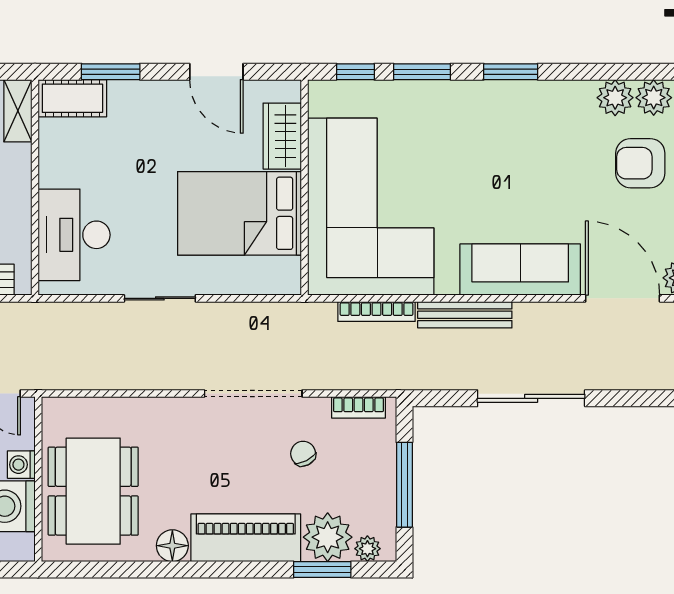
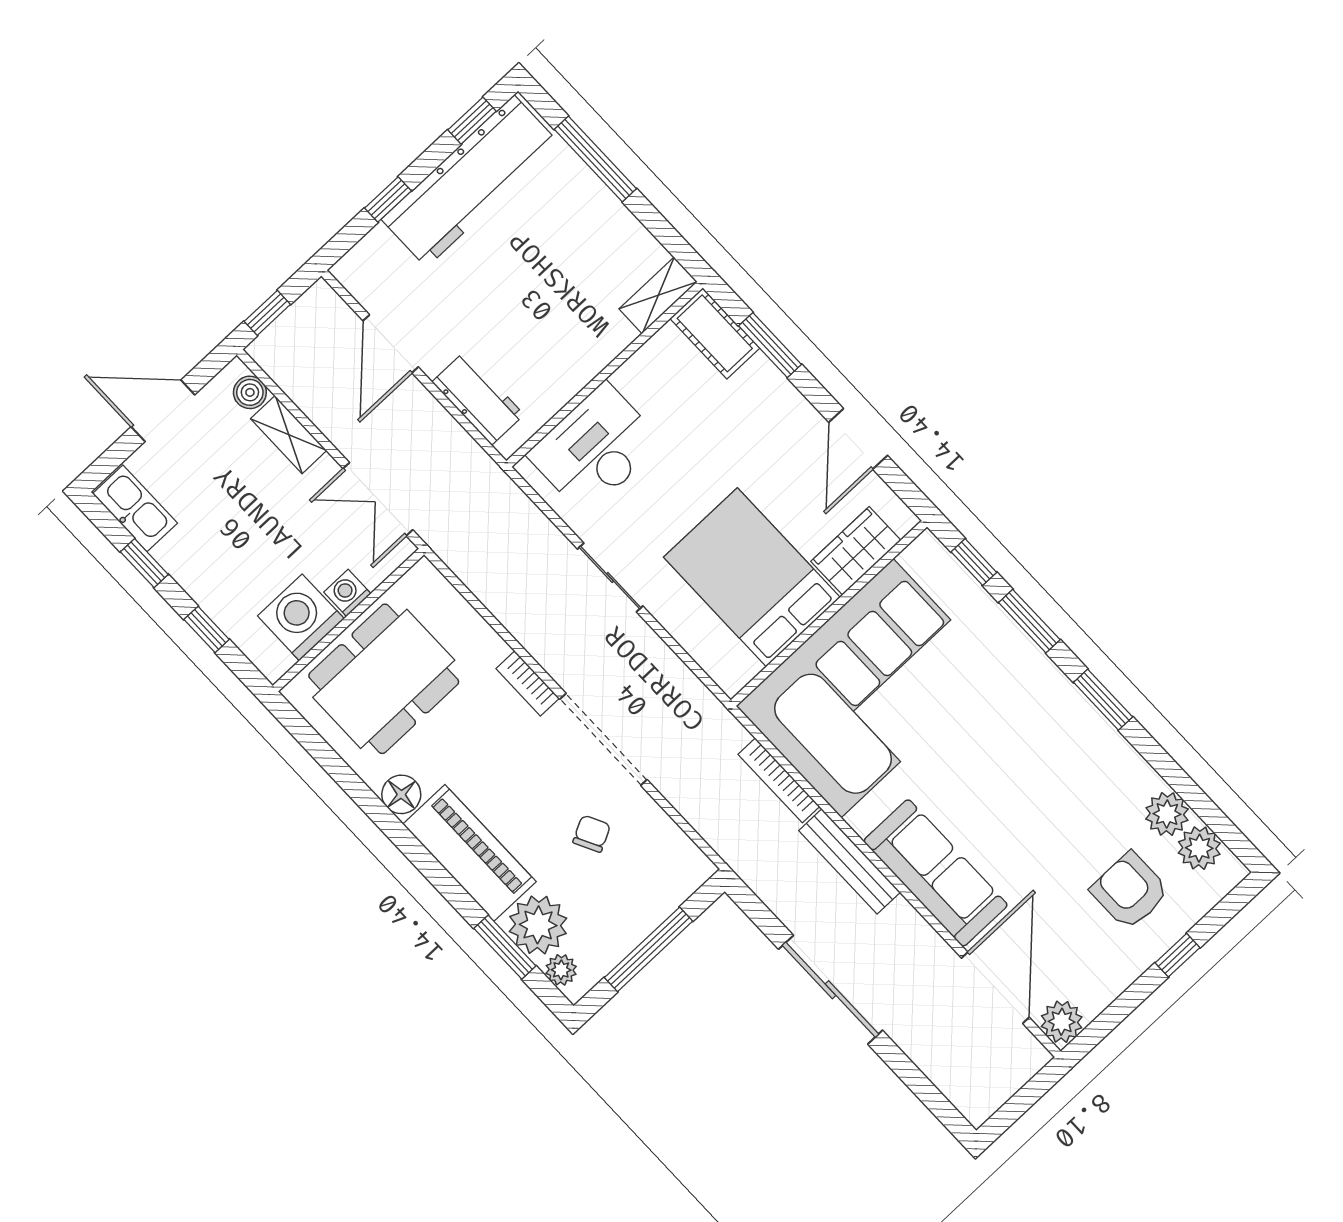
bookcase: (358, 407) -> (528, 683), moved

